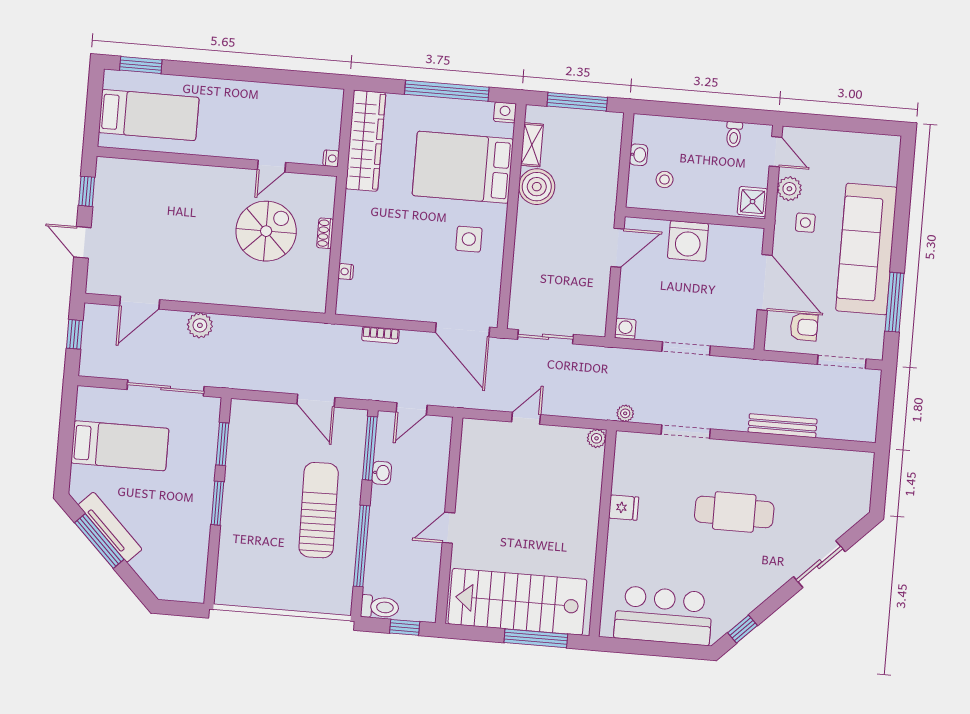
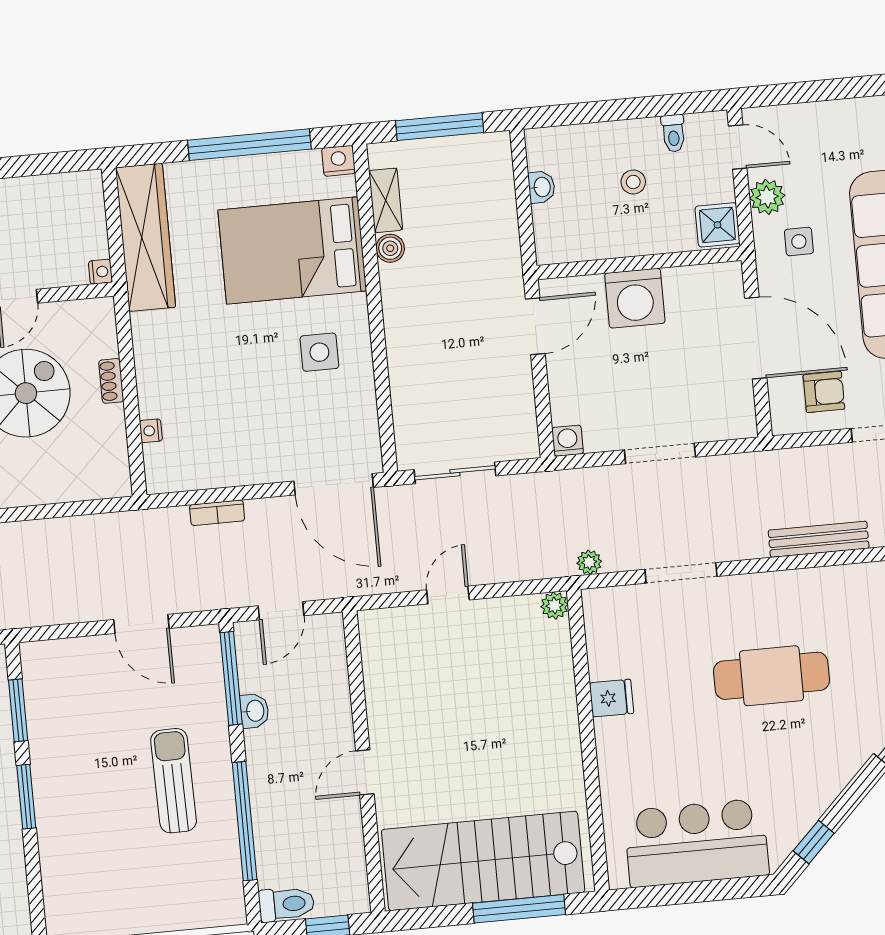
stool: (665, 180) -> (633, 182), moved
boiler: (537, 187) -> (390, 248), width x0.54, depth x0.54
sun lounger: (319, 510) -> (174, 781), width x0.73, depth x0.75

